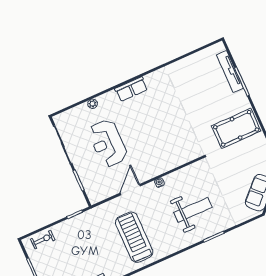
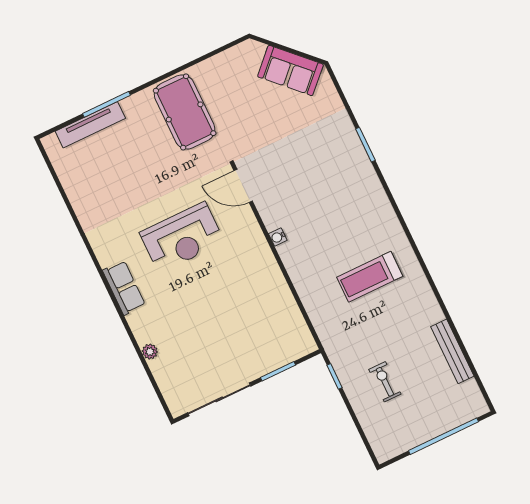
reception desk: (108, 143) -> (182, 237), moved
door: (130, 190) -> (243, 186), moved
weight bench: (193, 210) -> (322, 180), removed
treadmill: (134, 237) -> (370, 277), width x0.73, depth x0.73
exercise bike: (43, 240) -> (385, 382), moved

